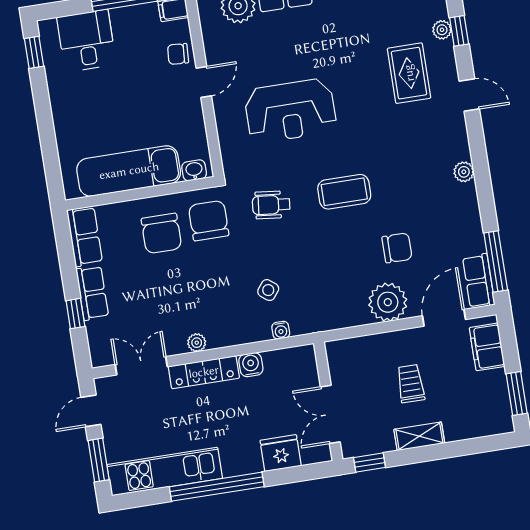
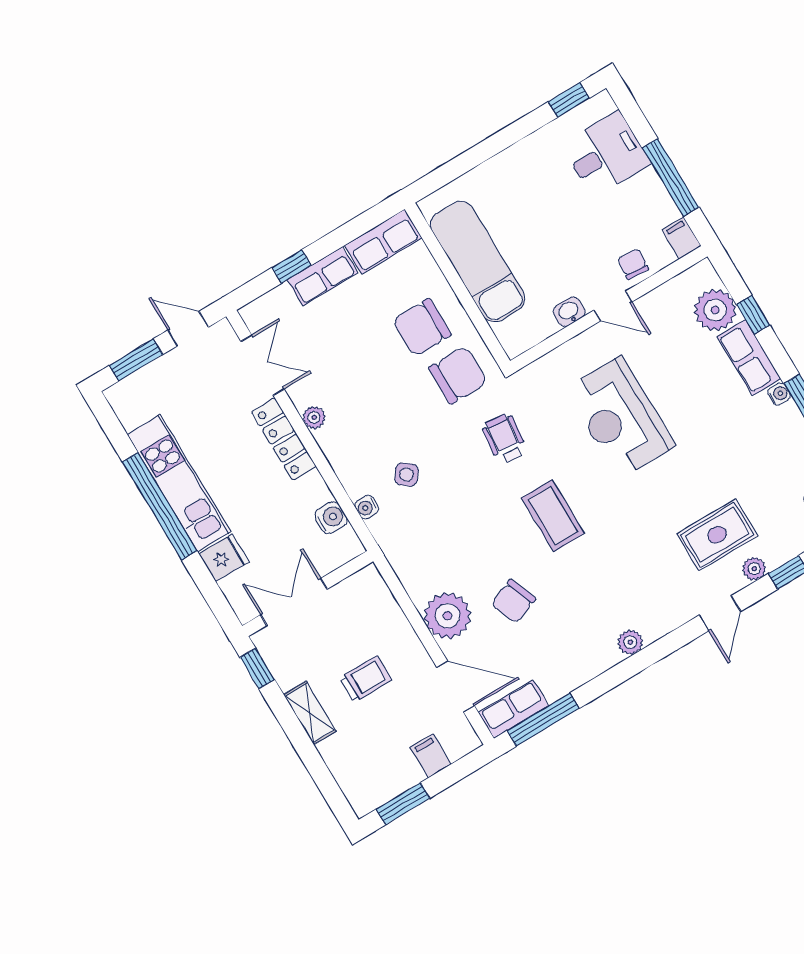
plant: (442, 30) -> (754, 569), moved
washbasin: (194, 170) -> (569, 312), moved, turned -90
chair: (397, 248) -> (513, 601), turned 69
filing cabinet: (487, 347) -> (431, 756), width x0.50
water cooler: (251, 365) -> (331, 518), moved
fridge: (281, 453) -> (224, 558), width x0.72
kitchen unit: (165, 472) -> (179, 483), moved

